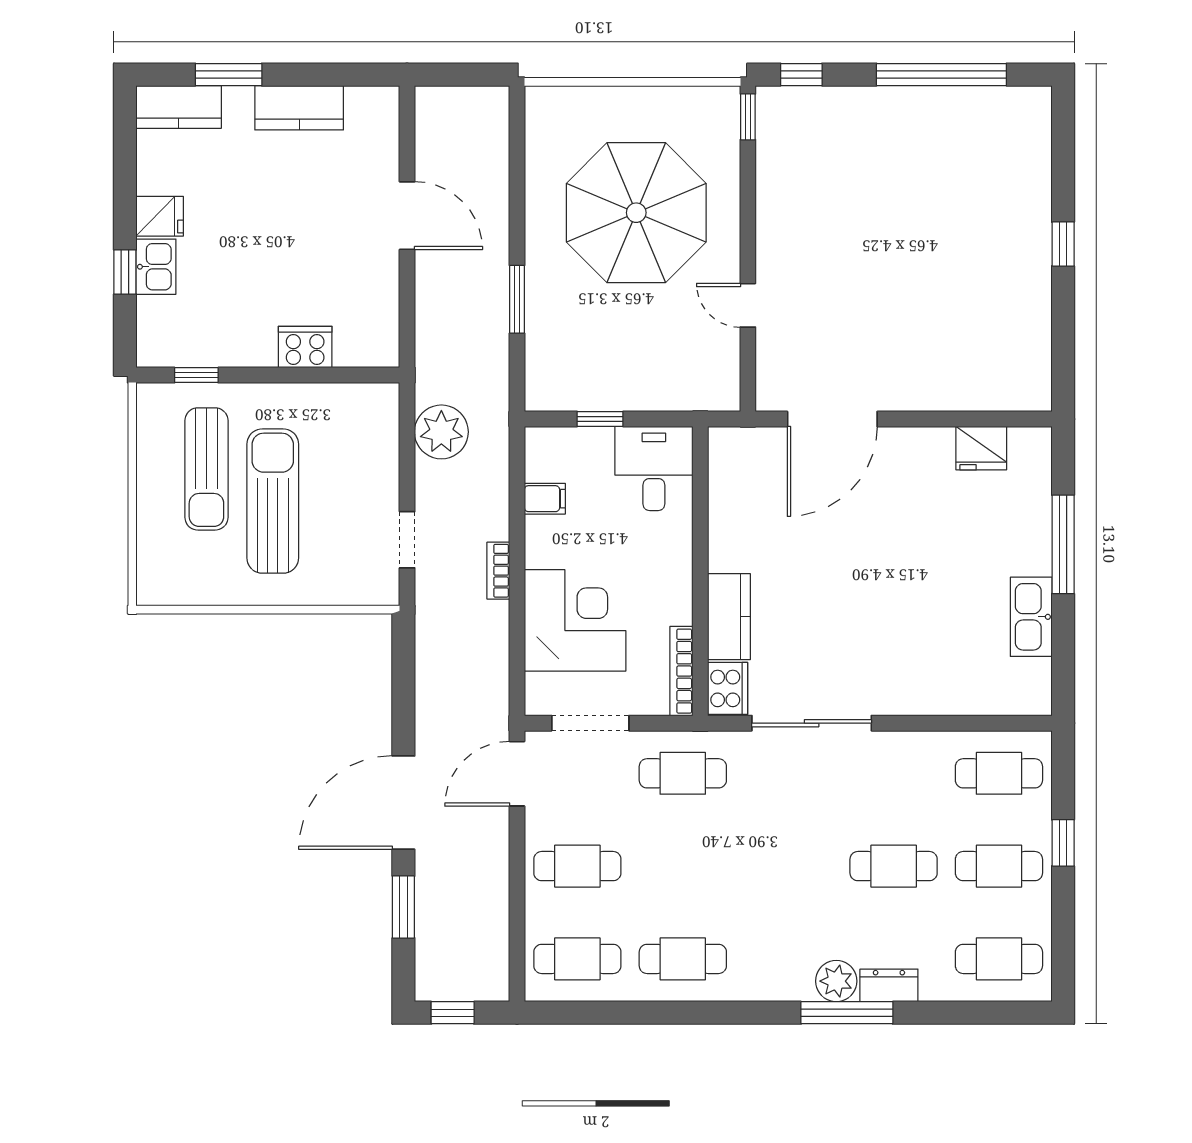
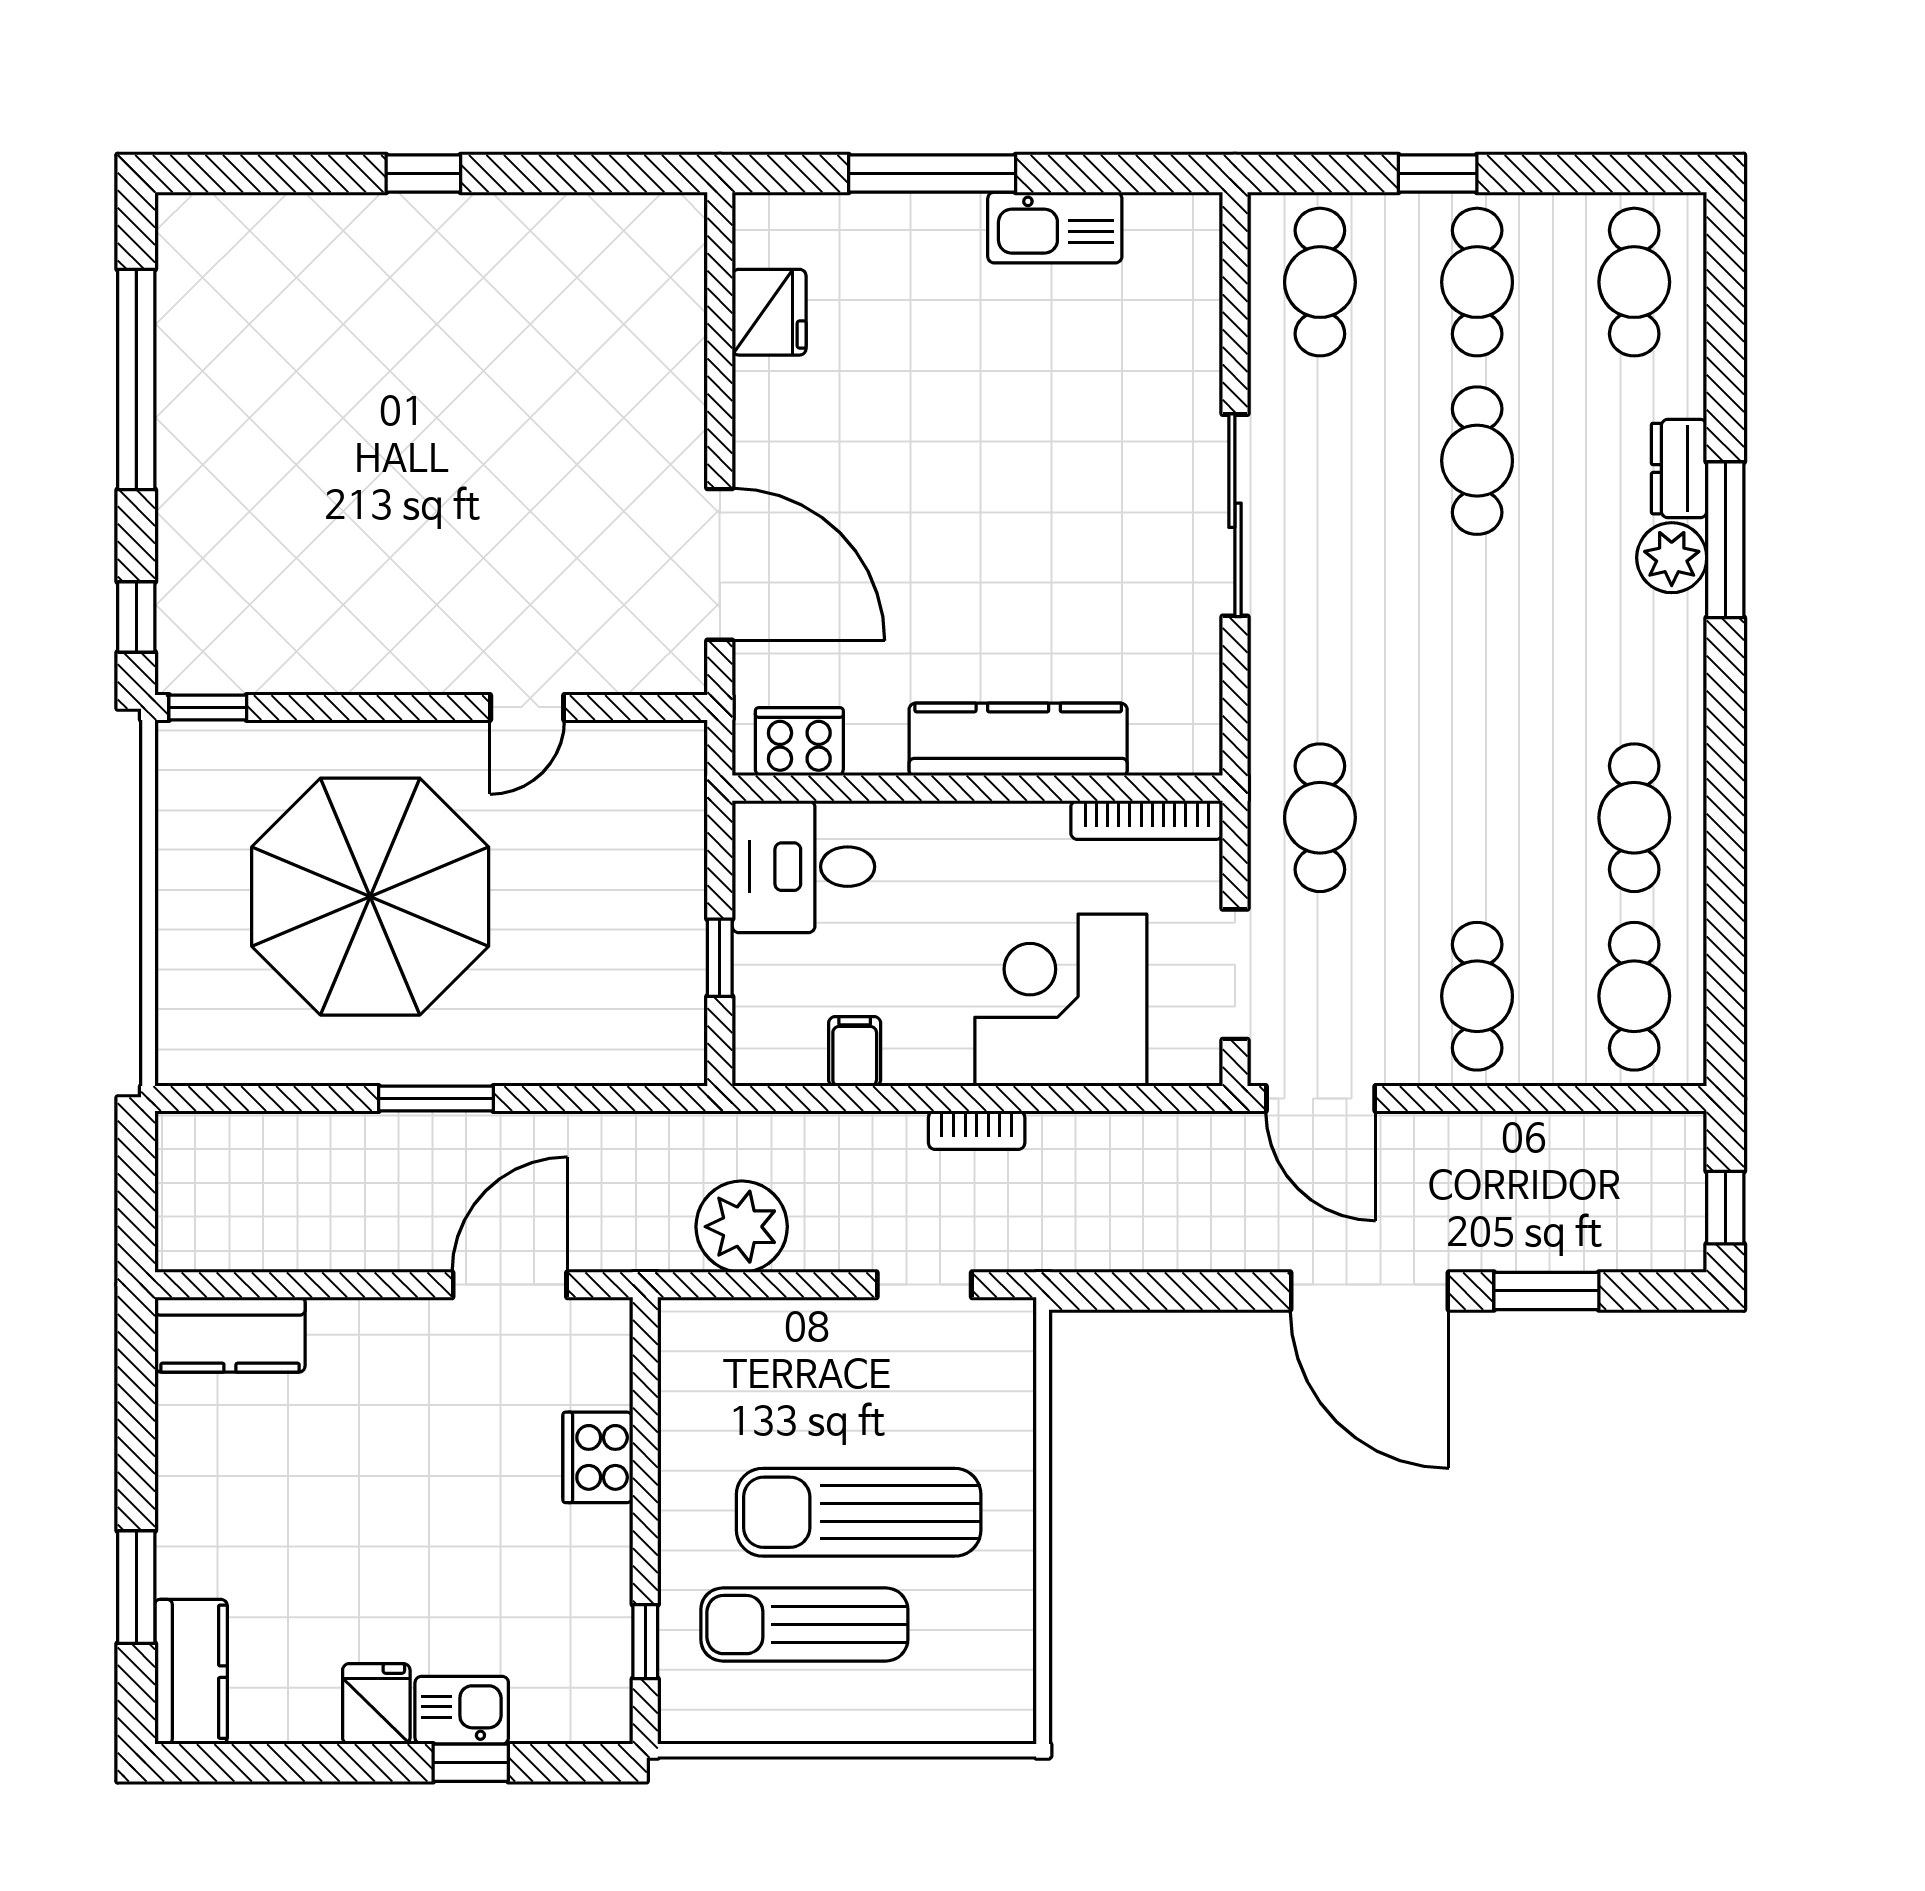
kitchen counter: (299, 108) -> (230, 1335), moved, turned 90
door: (407, 216) -> (510, 1285), moved
window: (517, 299) -> (436, 1099), moved
sun lounger: (206, 469) -> (804, 1625), turned 180
kitchen counter: (729, 617) -> (1018, 739), width x1.50
cooker: (728, 688) -> (799, 742), moved
sliding door: (812, 723) -> (1235, 515), moved

